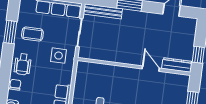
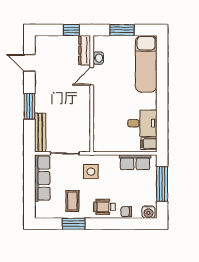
wheelchair: (23, 64) -> (104, 207), turned 180
washbasin: (168, 77) -> (98, 58), added

